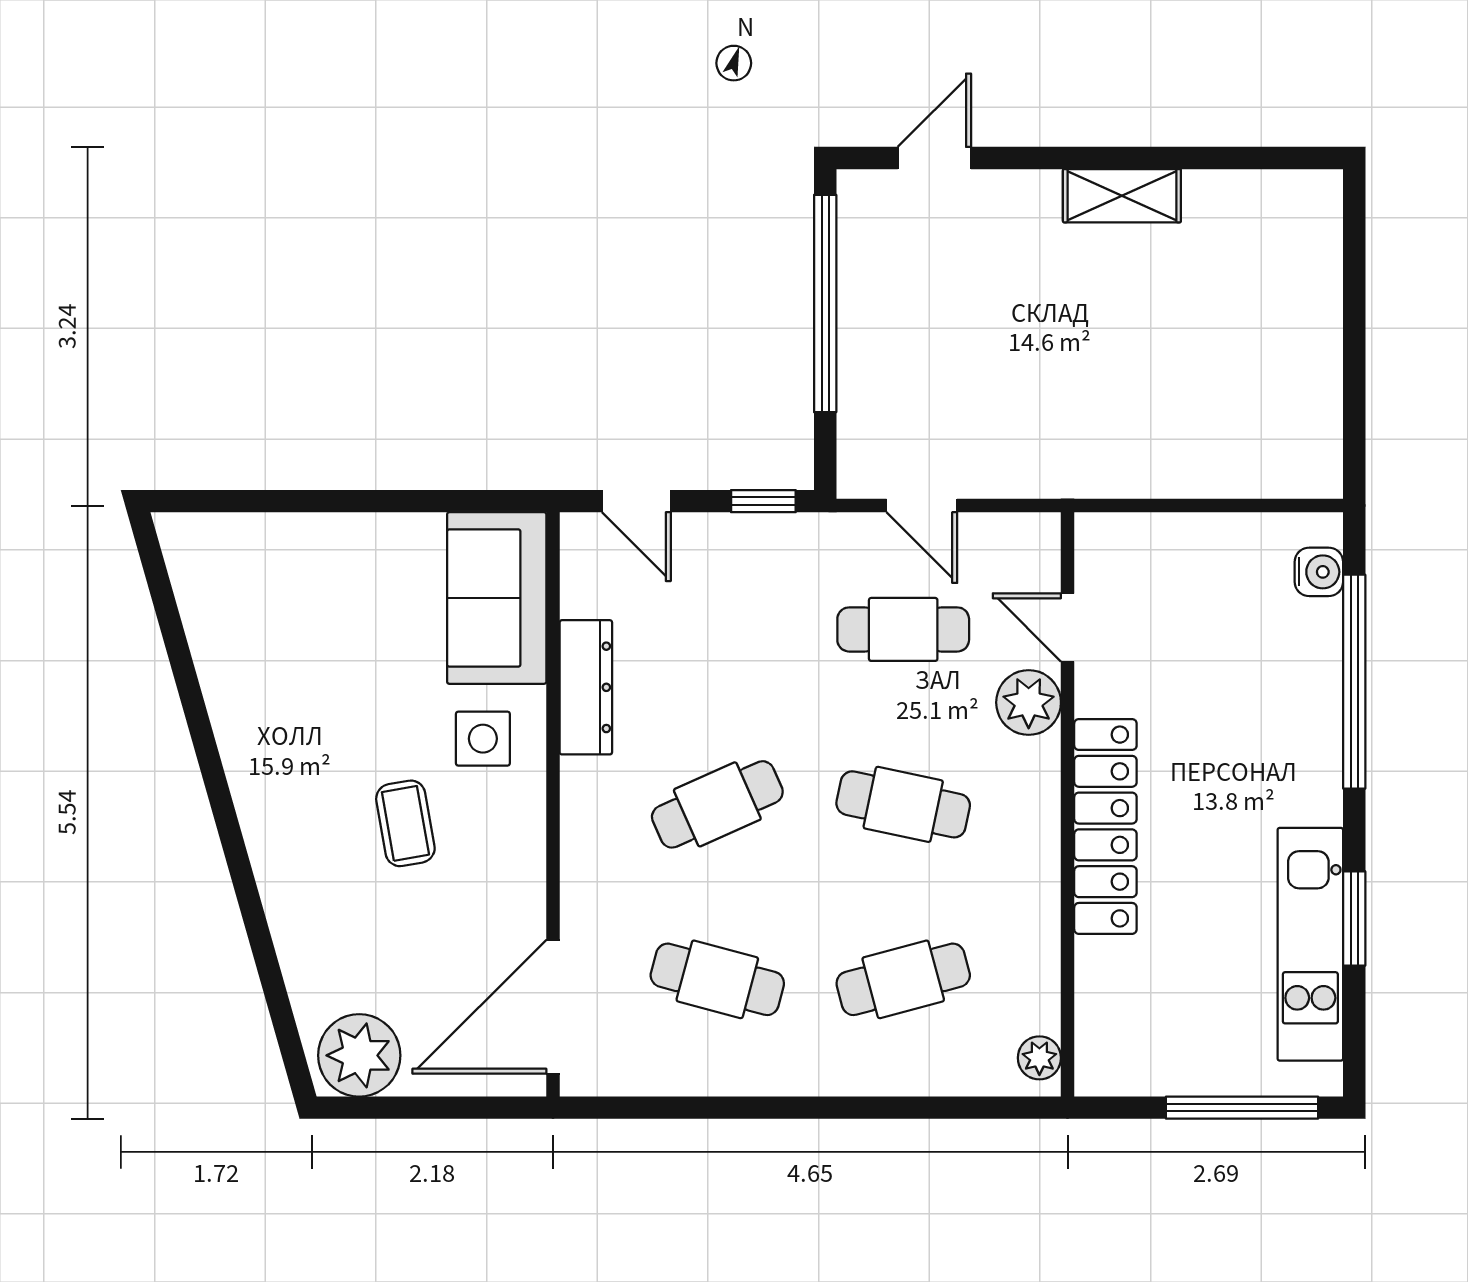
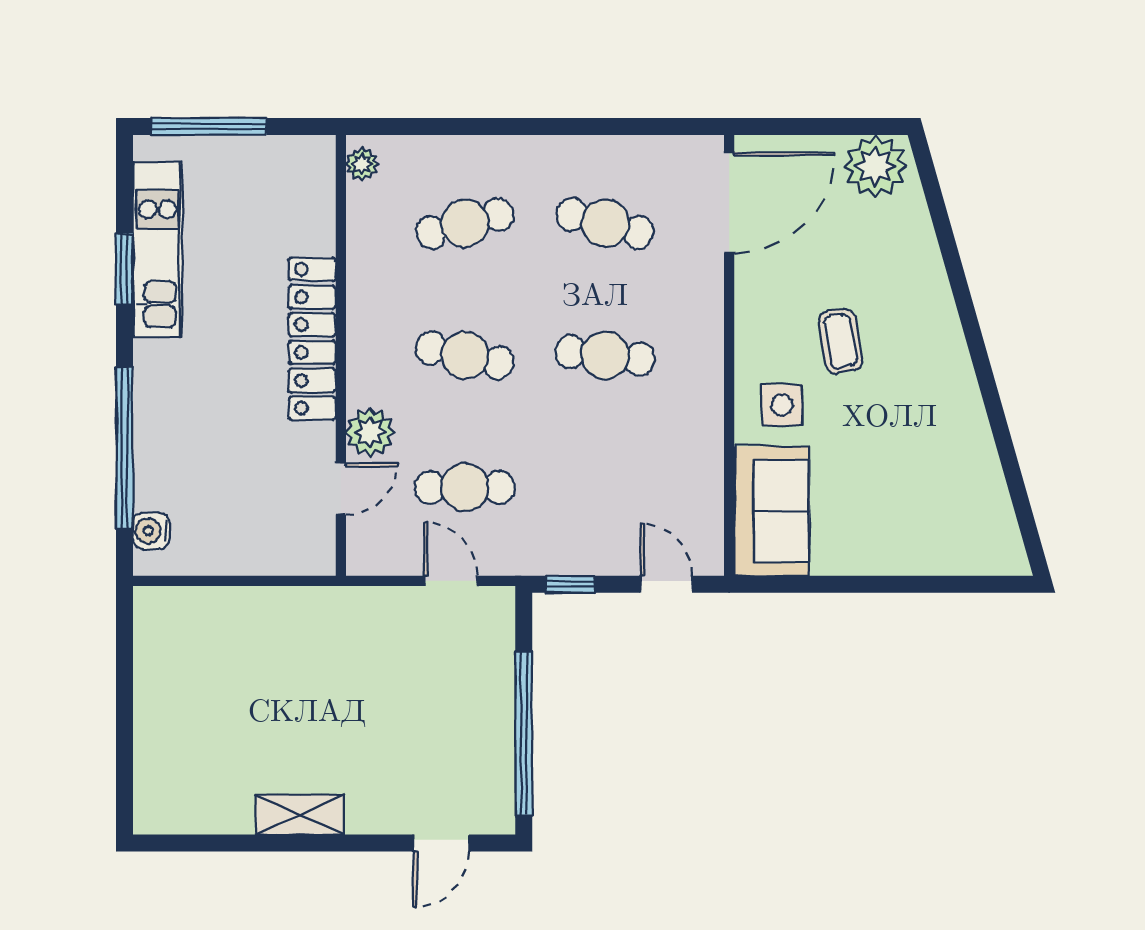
door: (1068, 627) -> (341, 489), hinge flipped
dresser: (586, 687) -> (704, 444), removed
cafe table: (717, 804) -> (605, 355), turned 30

